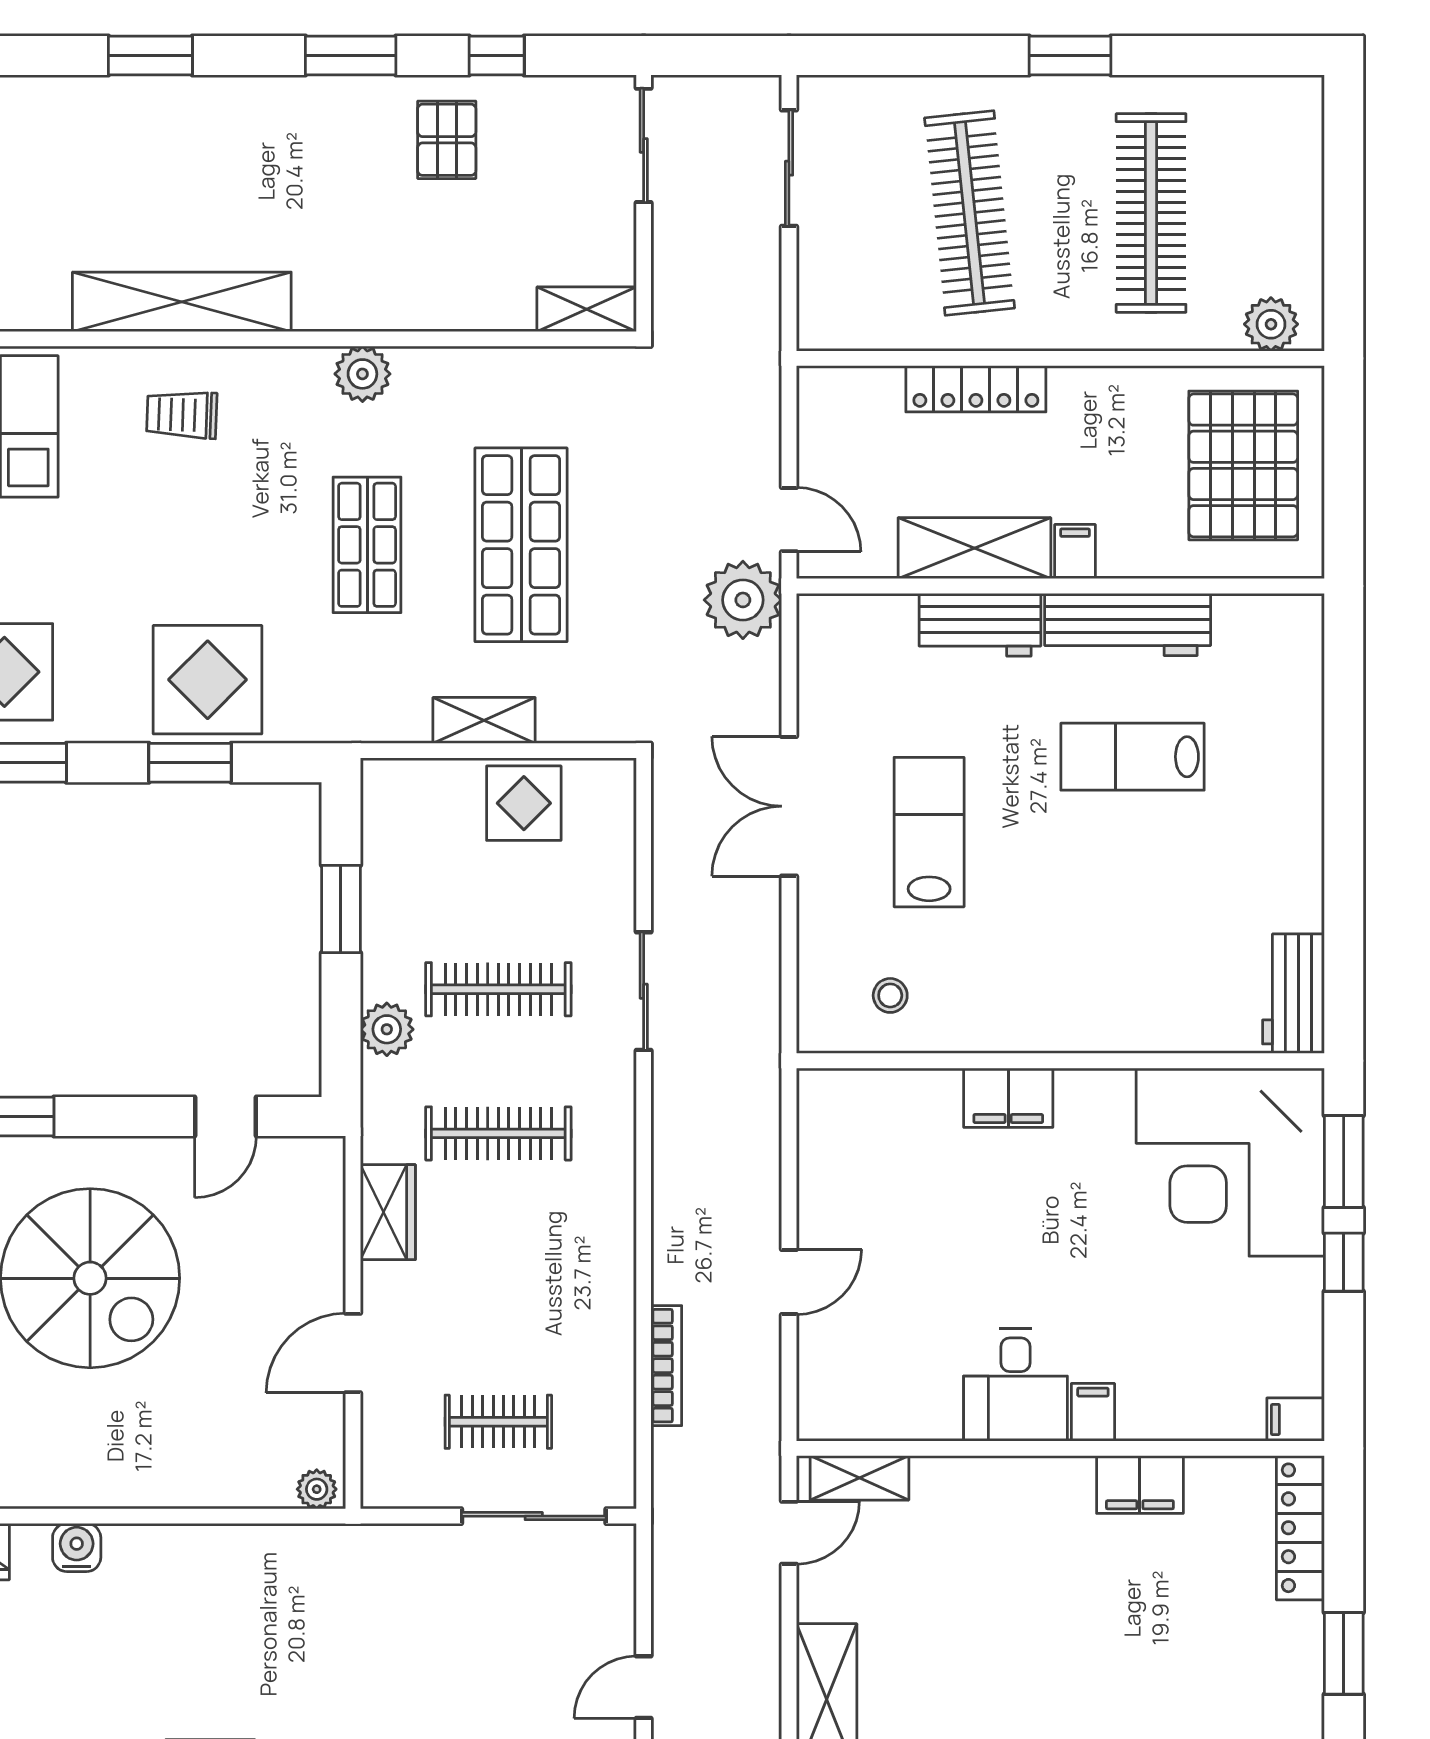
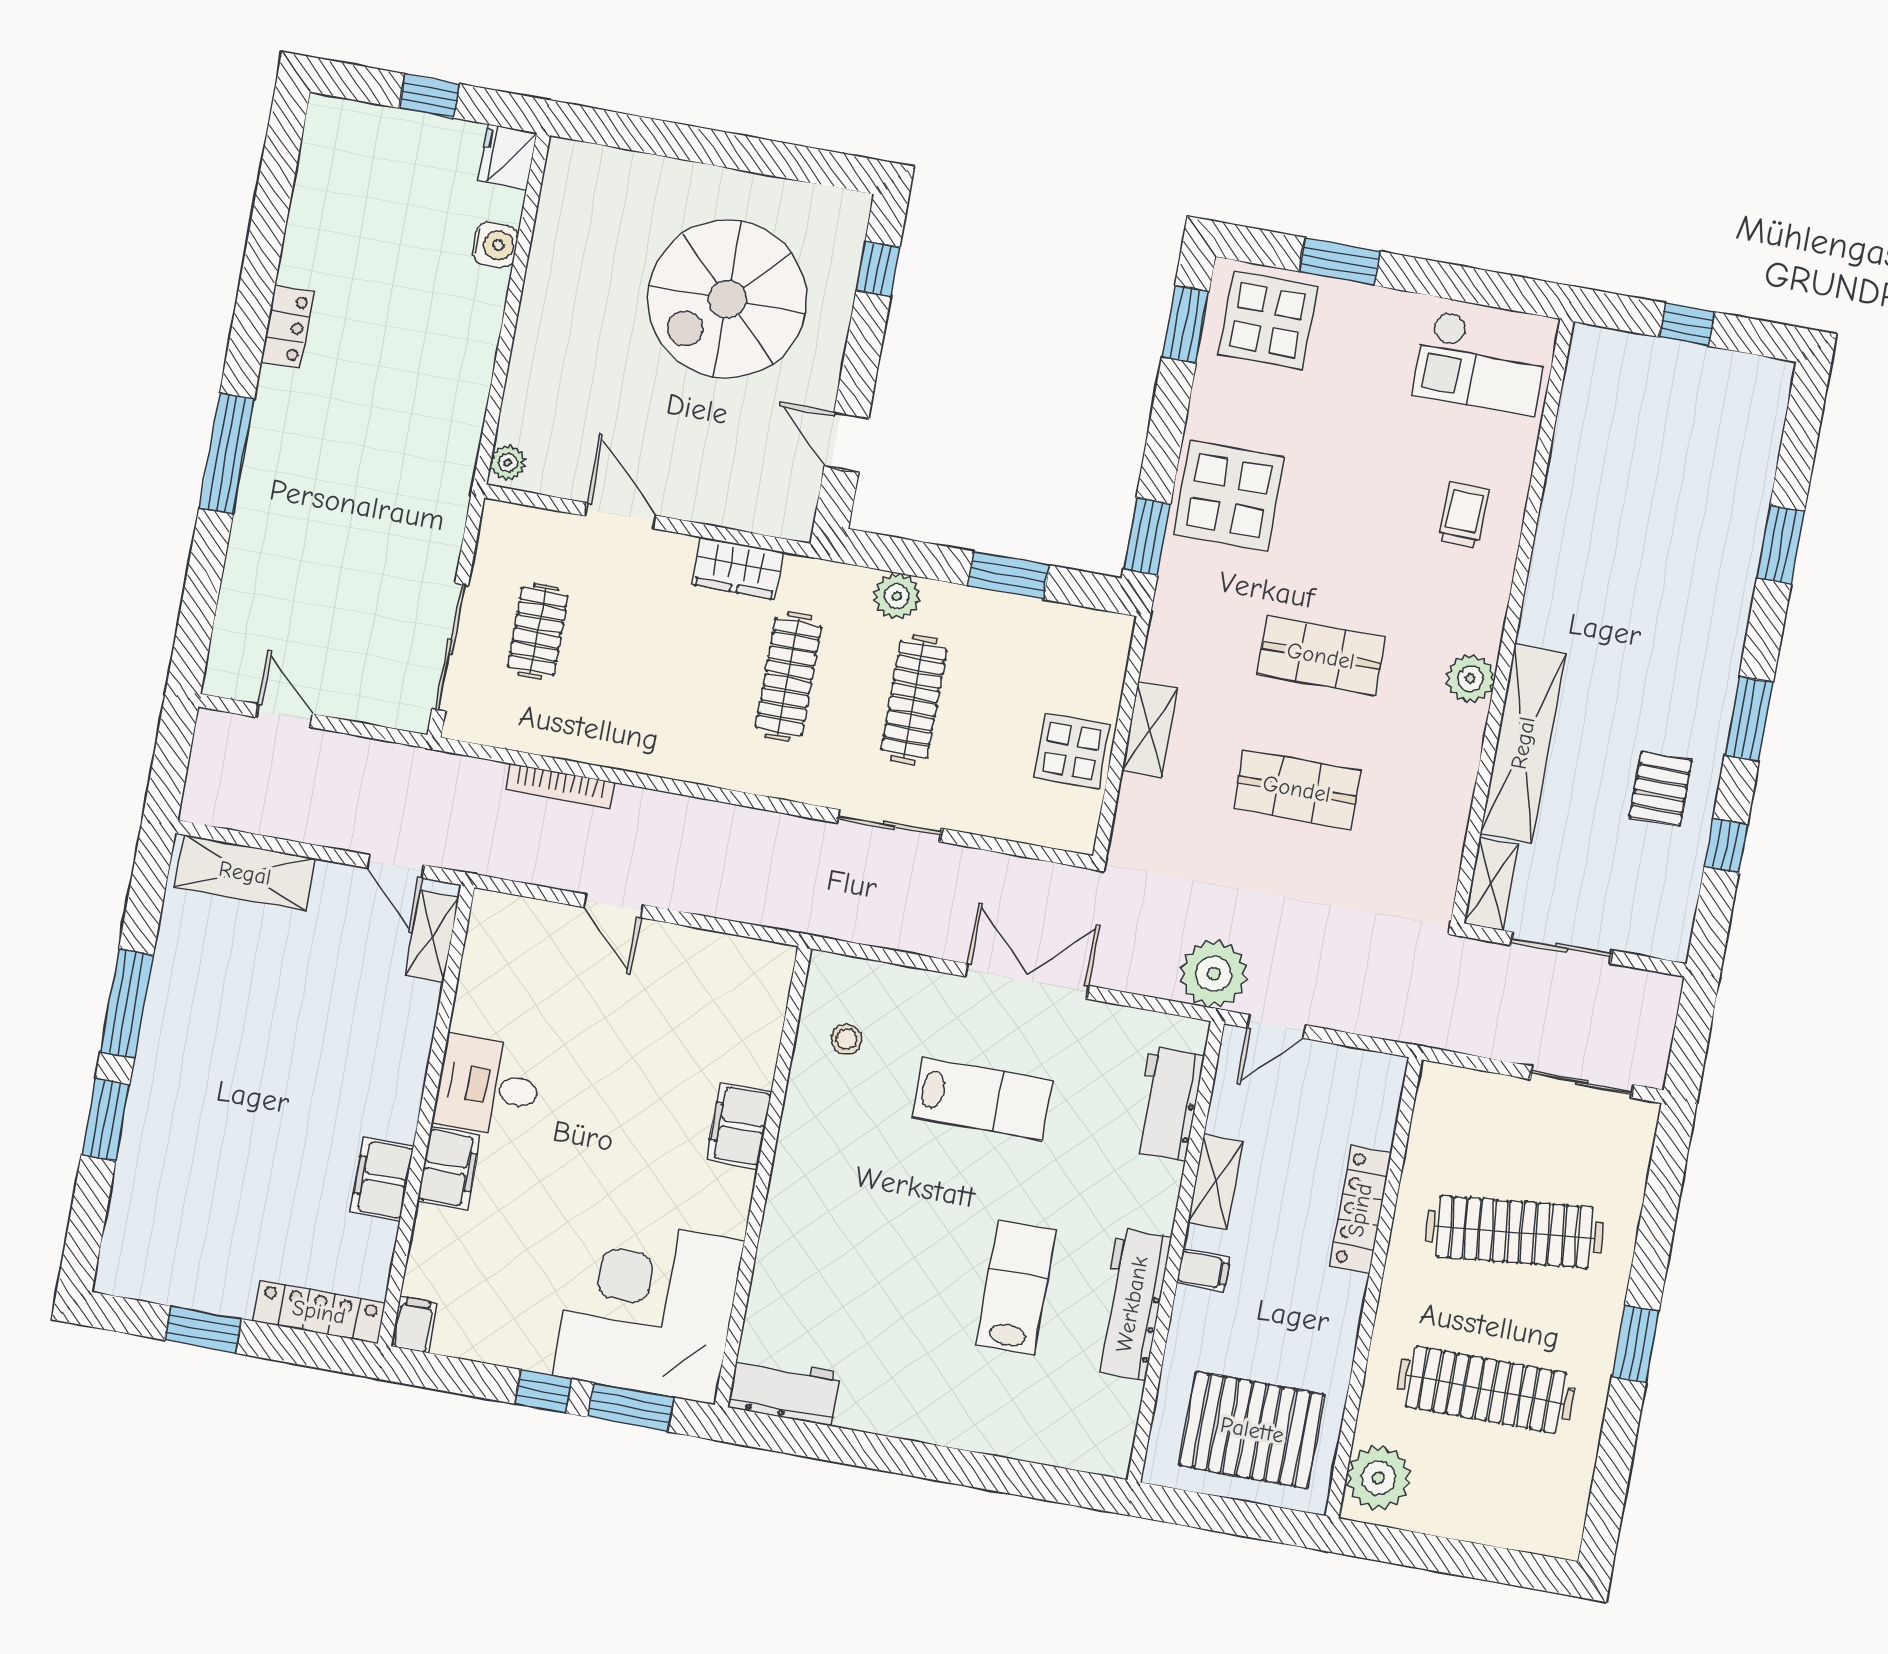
pallet: (447, 140) -> (1661, 789), turned 90
sliding door: (644, 145) -> (1561, 948), moved
shelving: (182, 302) -> (1523, 743), moved
plant: (1271, 324) -> (1378, 1478), width x1.36, depth x1.36
shop shelf: (521, 545) -> (1297, 789), width x0.70, depth x0.74
shelving: (974, 548) -> (1215, 1182), width x0.67, depth x0.75
workbench: (980, 625) -> (1168, 1104), moved
window: (190, 763) -> (1147, 536), moved
filing cabinet: (1093, 1412) -> (449, 1168), width x2.00

